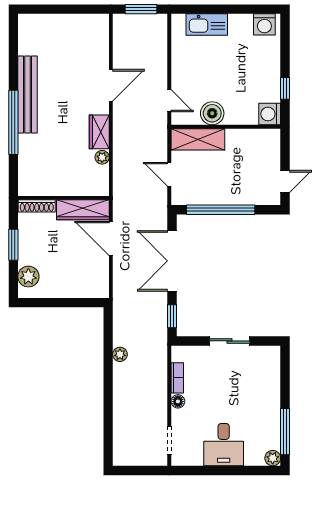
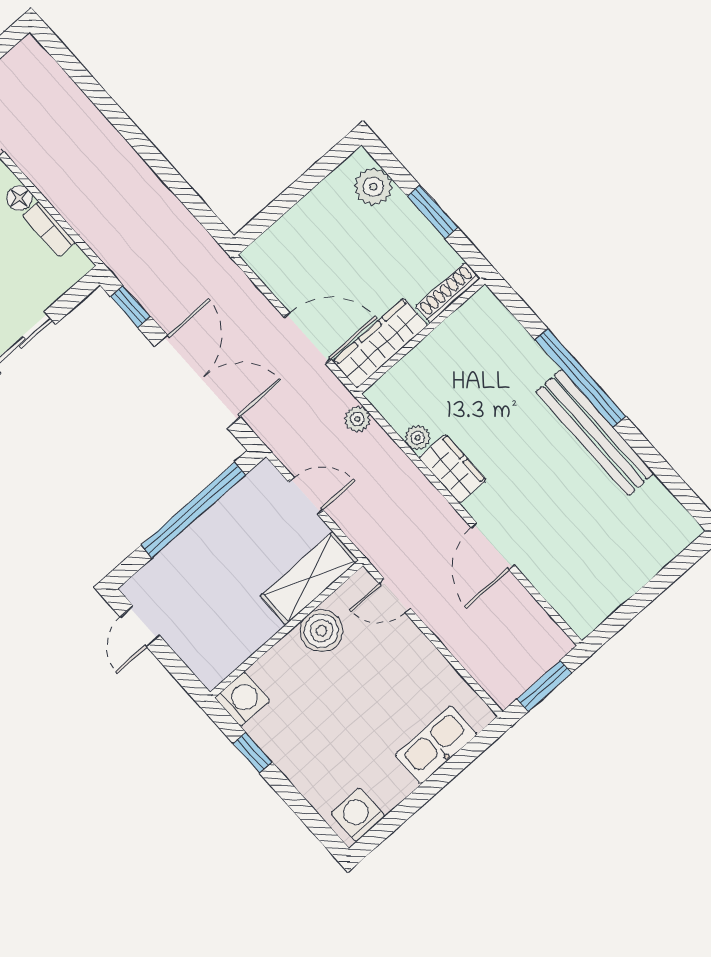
plant: (120, 354) -> (357, 419), moved

